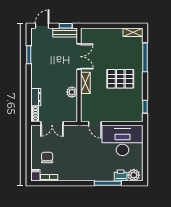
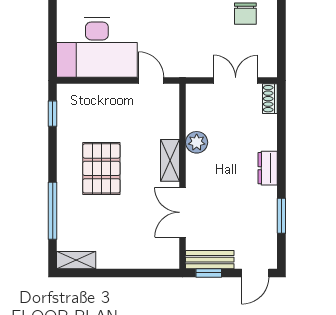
pallet: (120, 79) -> (101, 168), turned 90
dresser: (36, 97) -> (268, 168), moved

